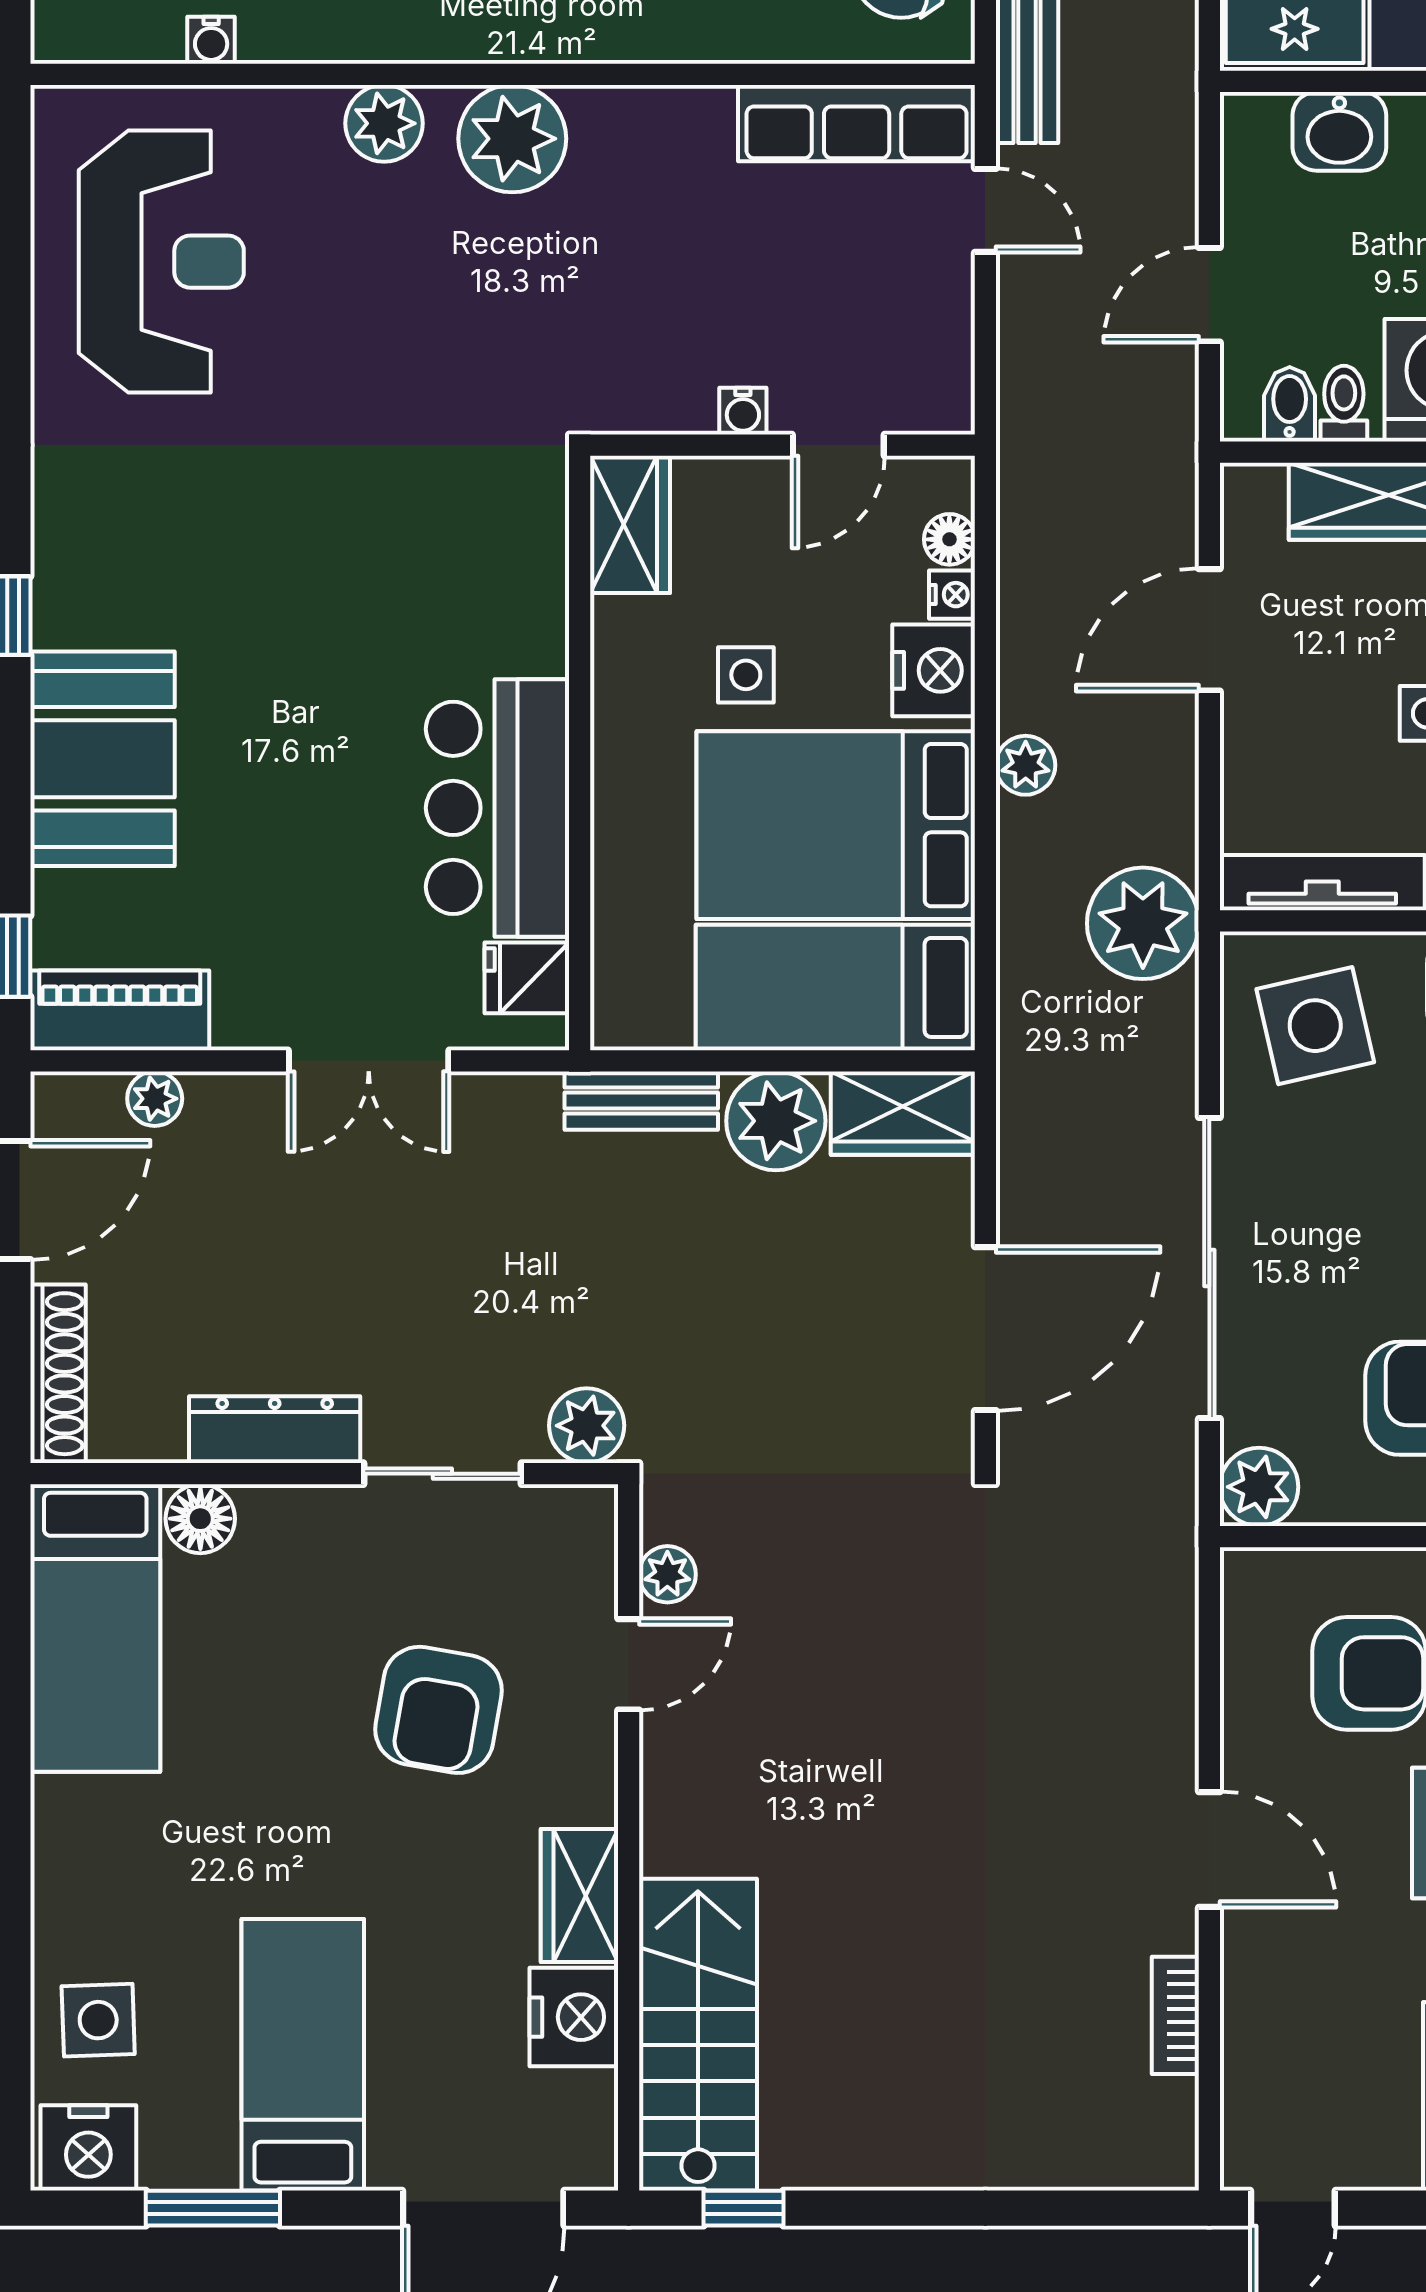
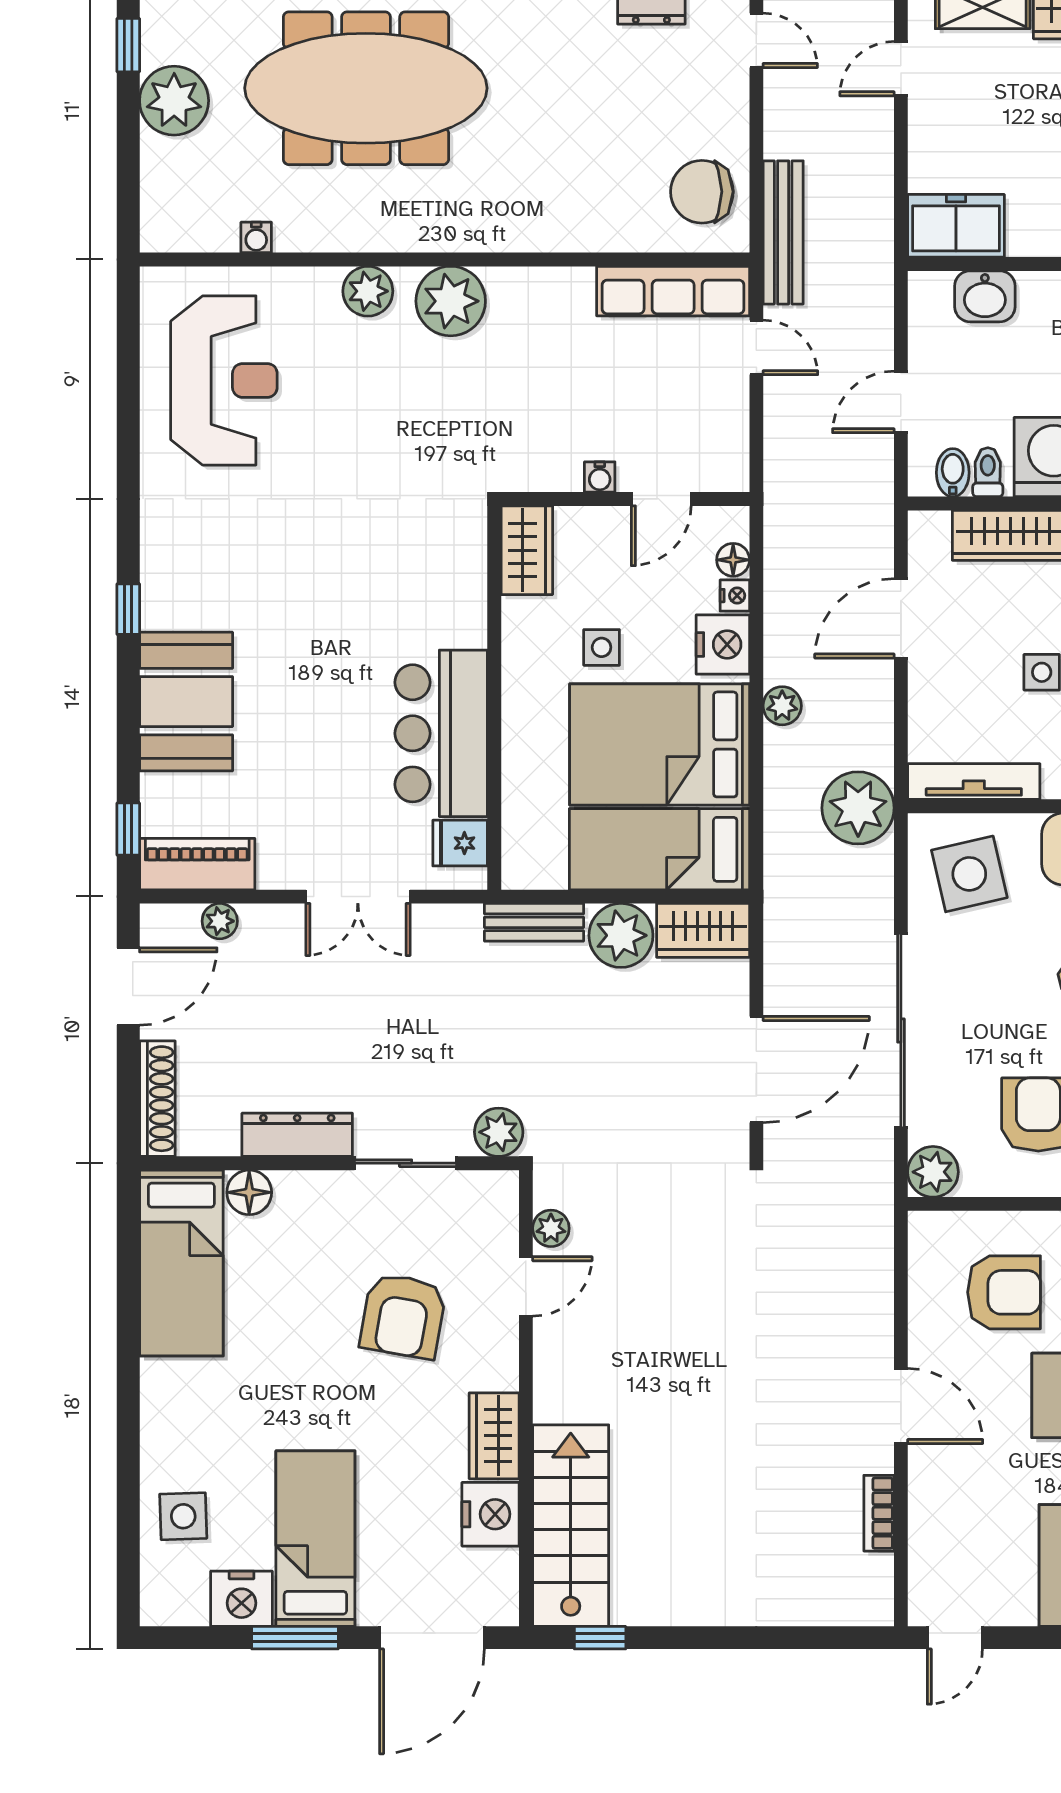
nightstand: (88, 2148) -> (241, 1599), moved
window: (213, 2208) -> (295, 1638), moved

